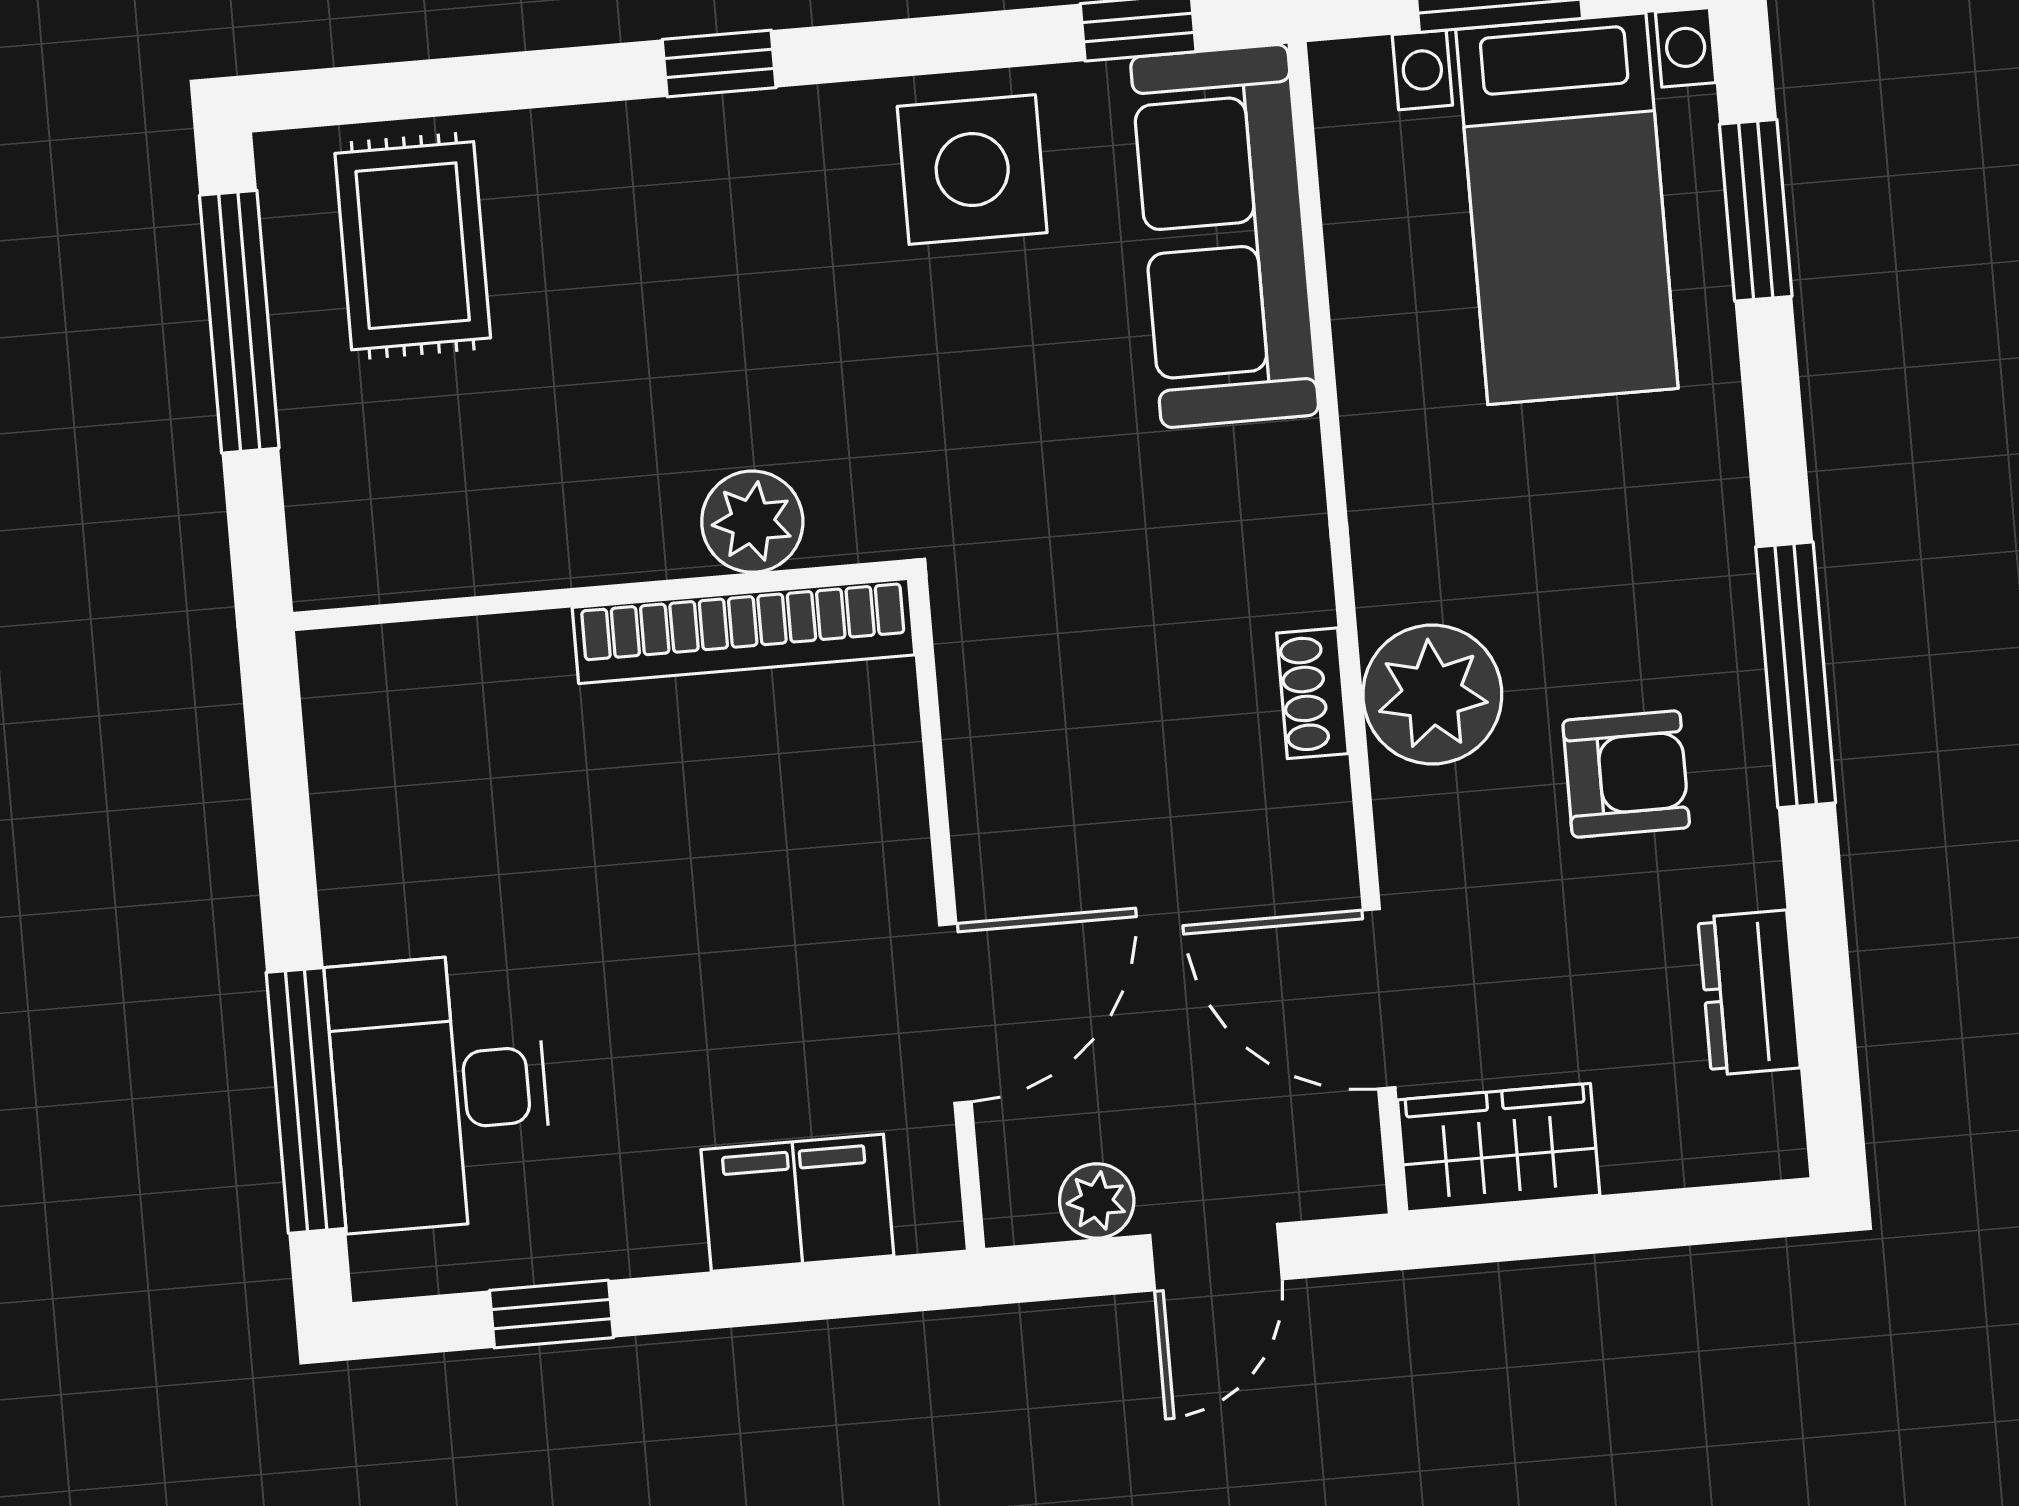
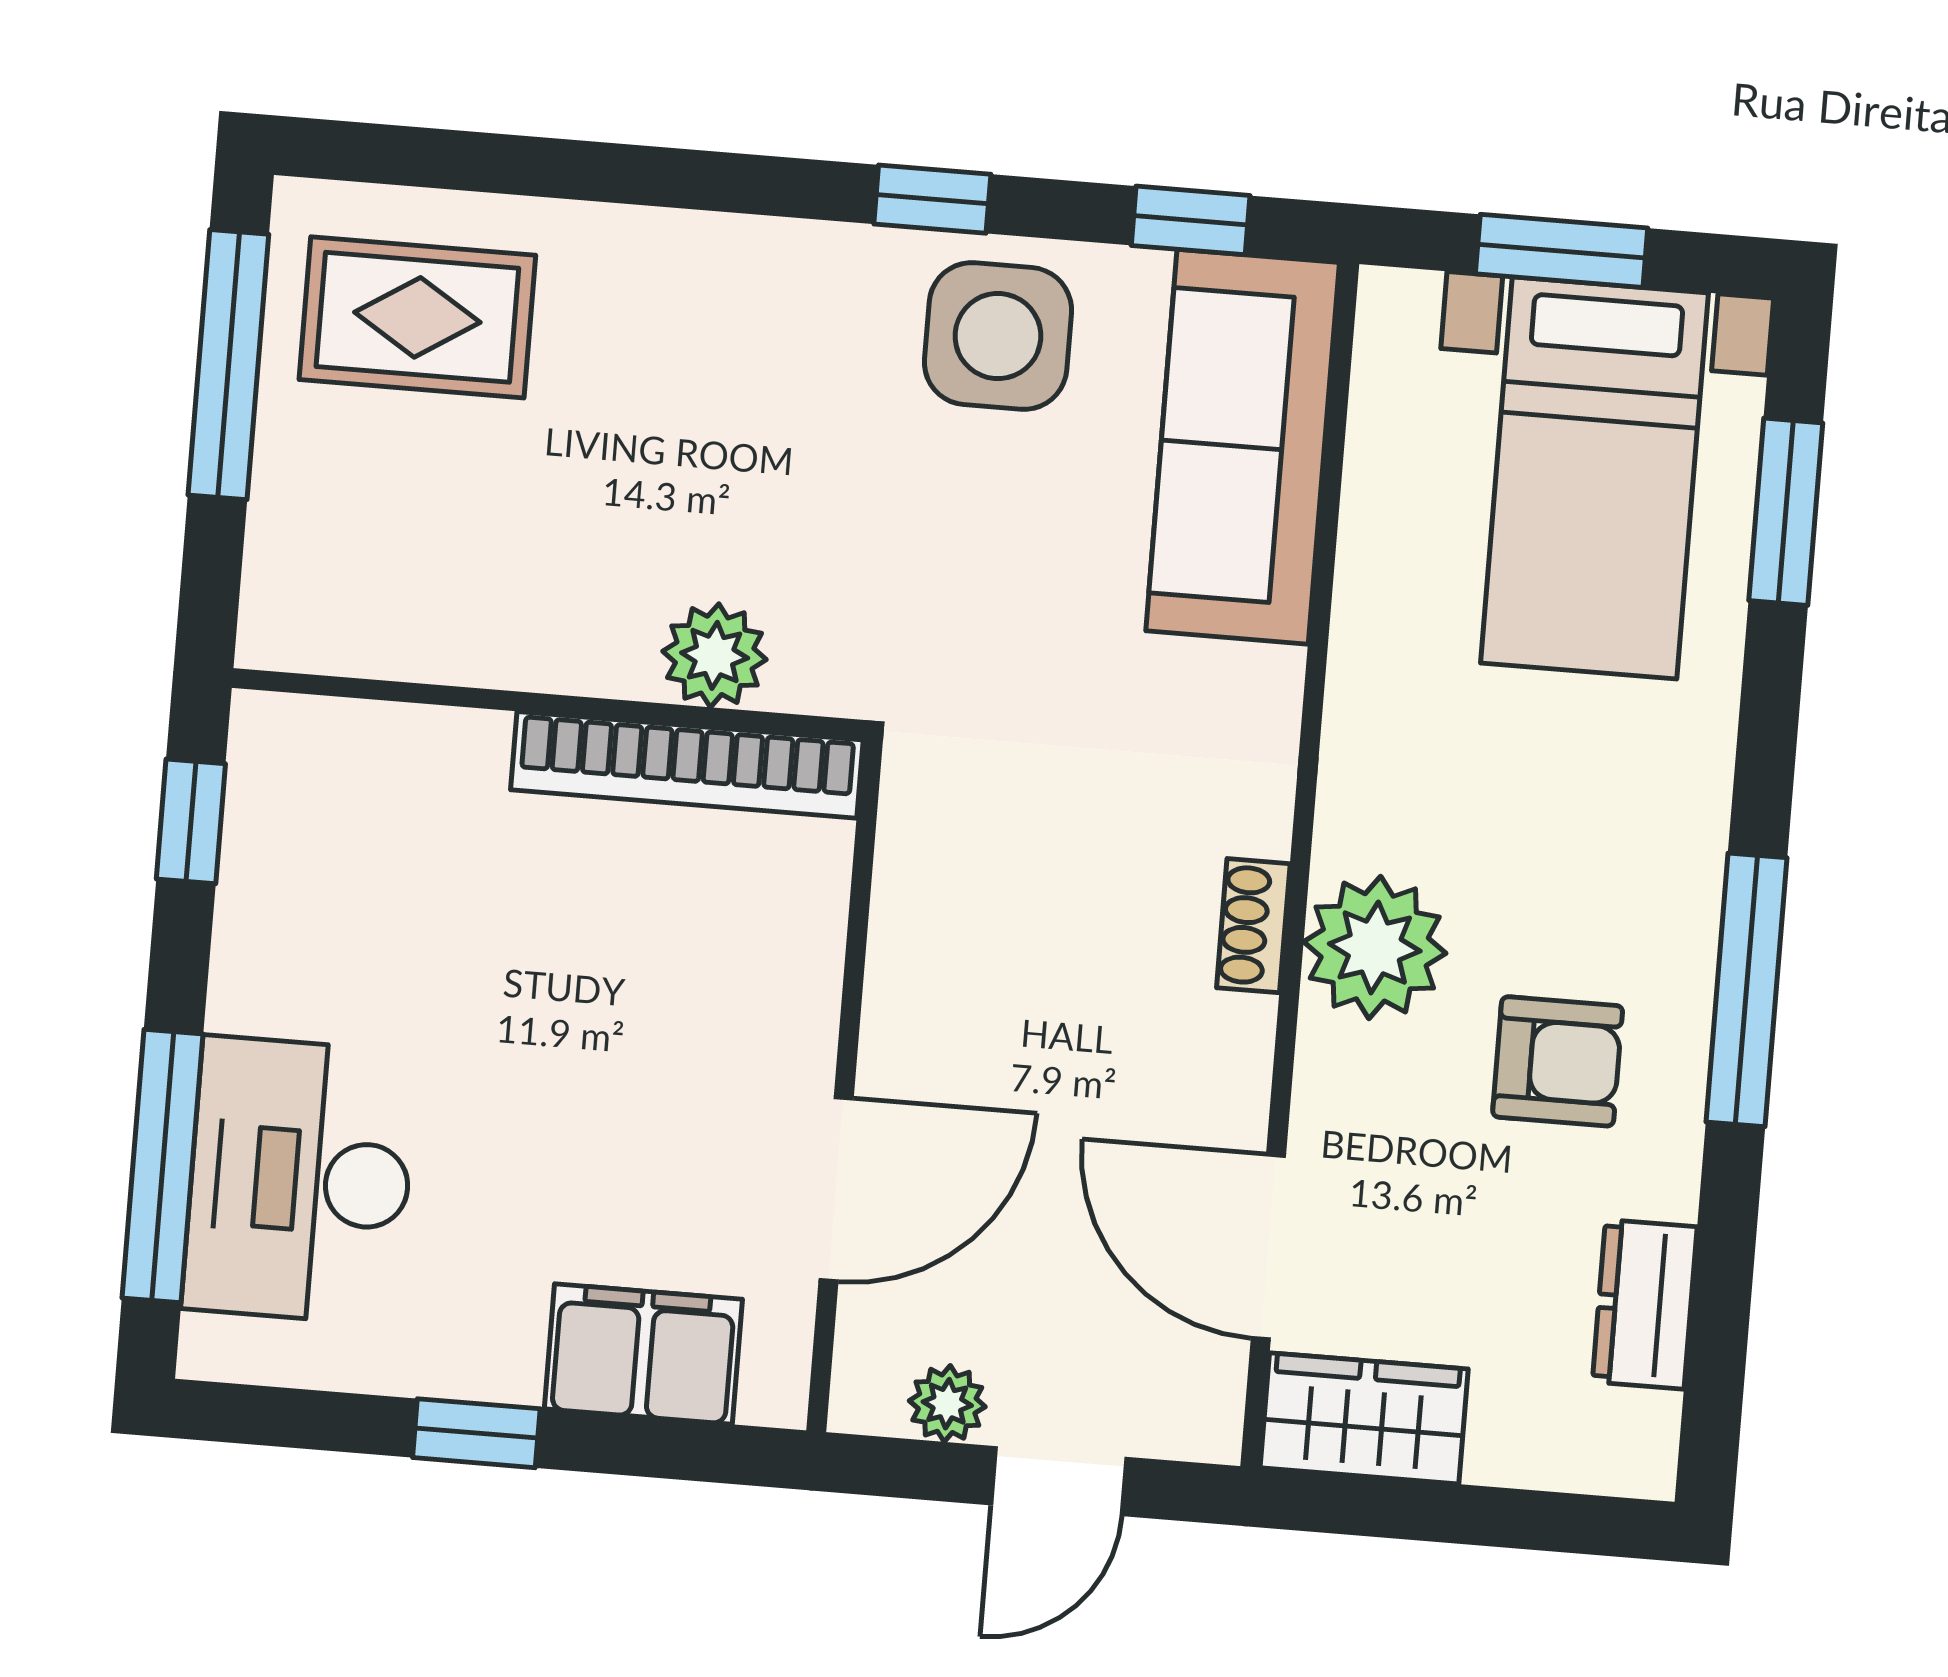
window: (719, 63) -> (932, 199), moved
rug: (413, 246) -> (417, 317), turned 90
window: (277, 766) -> (191, 821), added
window: (551, 1314) -> (476, 1433), moved

